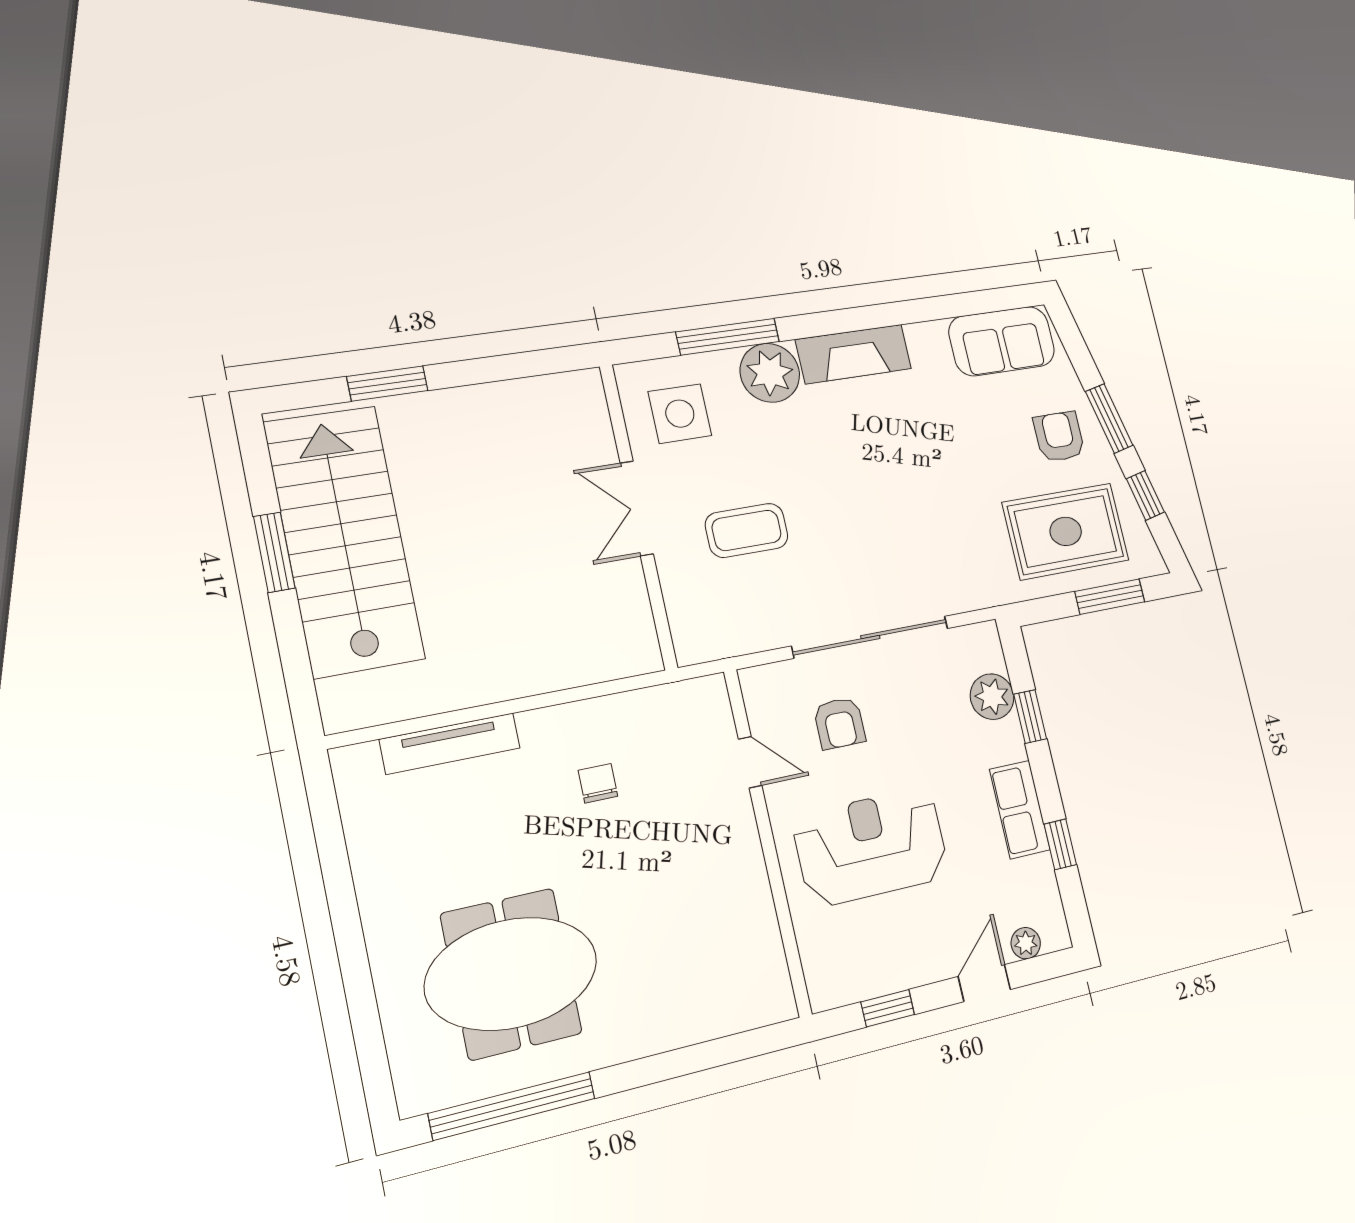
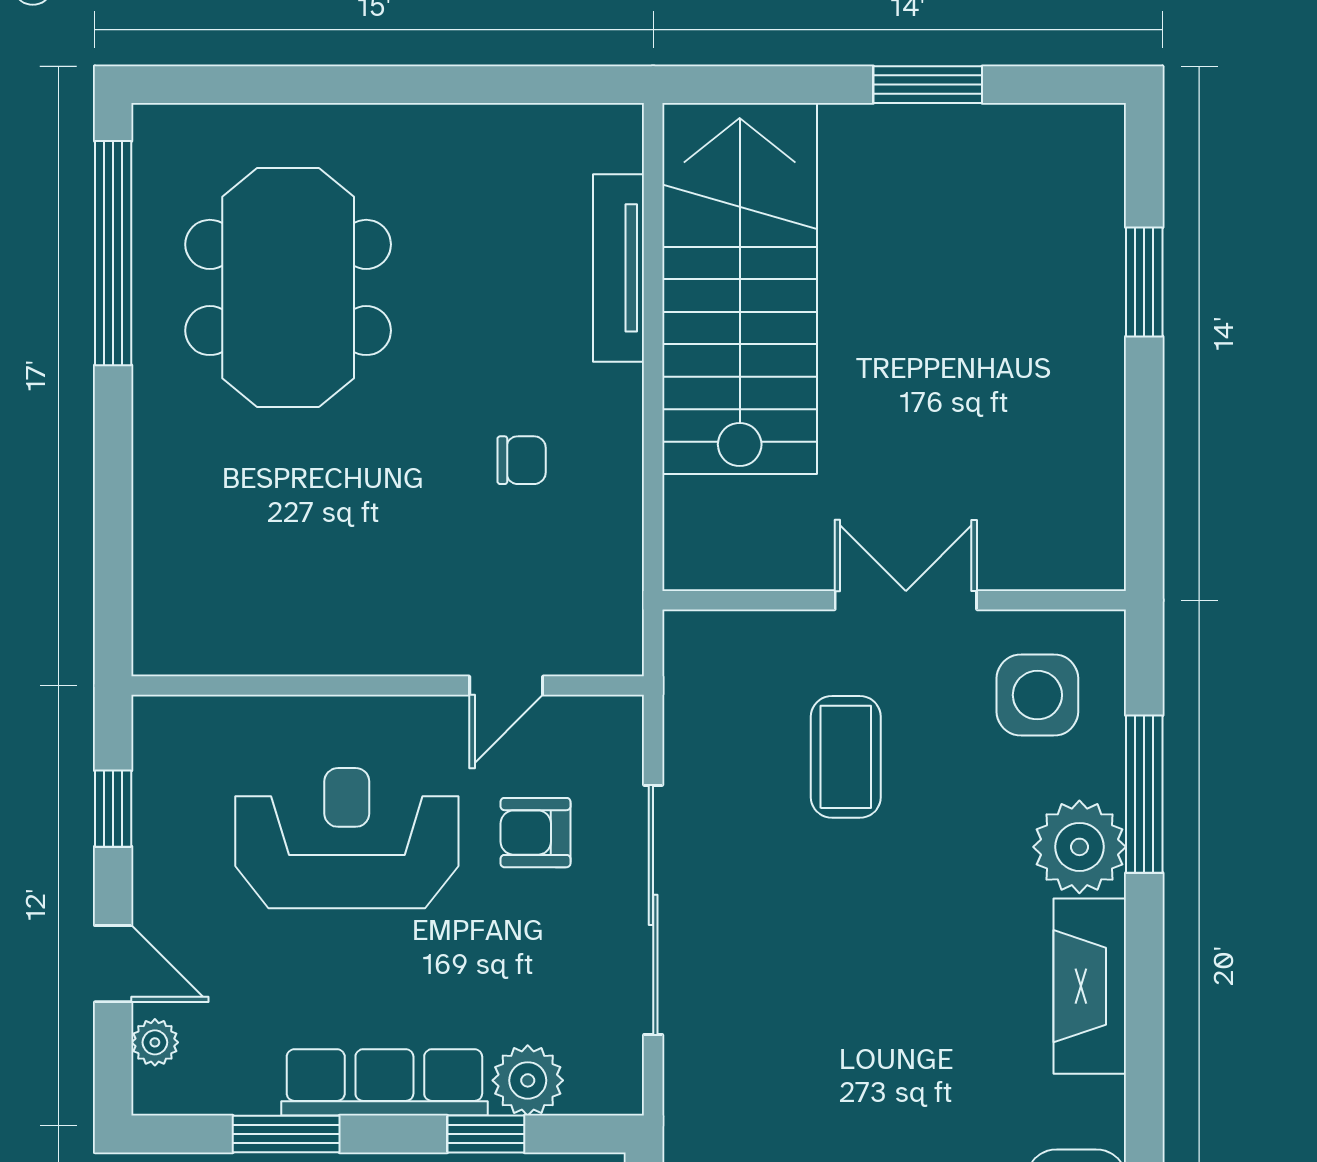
stairs: (344, 541) -> (740, 289), moved, turned -90
row of seats: (1020, 810) -> (384, 1082), width x1.48
window: (1060, 844) -> (286, 1134), width x1.50
reception desk: (871, 847) -> (347, 838), turned -90

